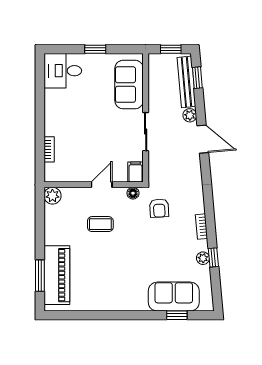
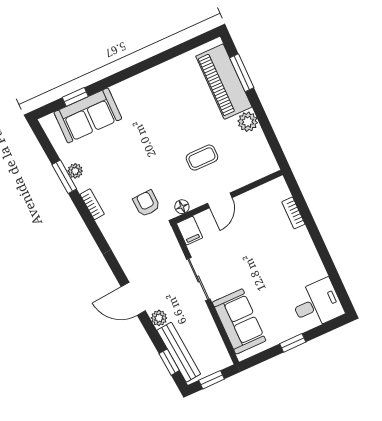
plant: (52, 196) -> (248, 122), moved
window: (213, 257) -> (64, 177), width x1.50

